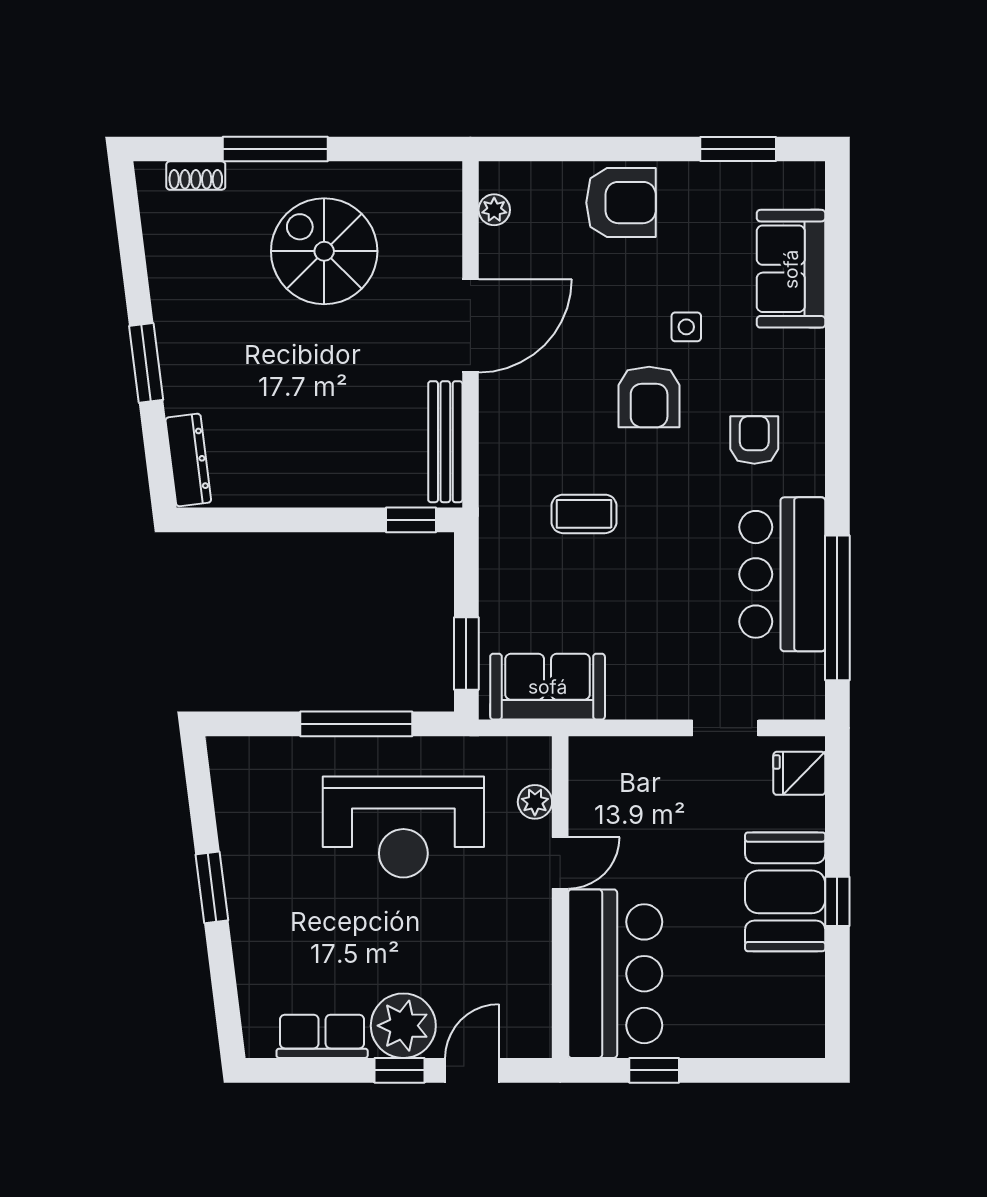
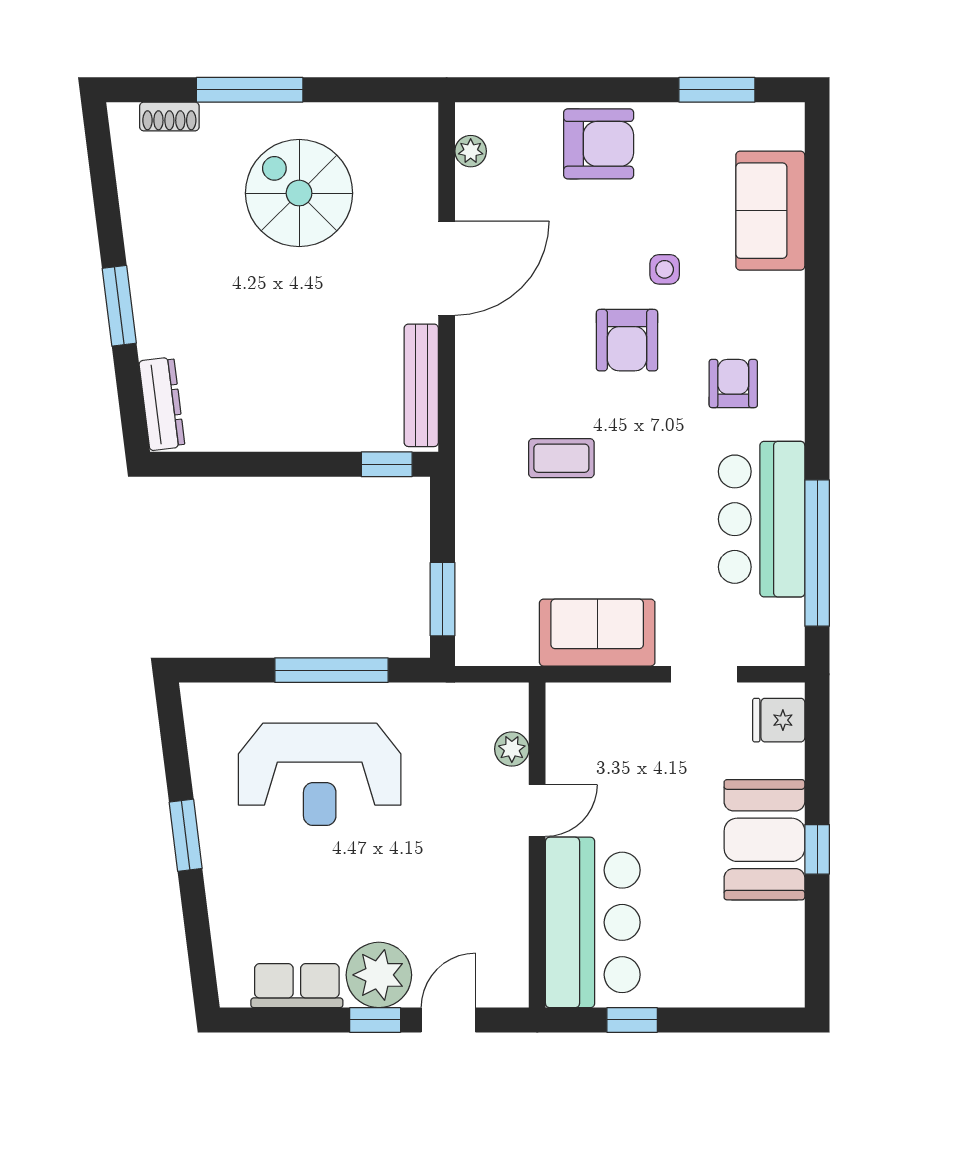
sofa: (548, 687) -> (597, 633), moved
reception desk: (403, 827) -> (320, 774), moved

